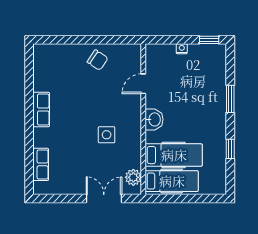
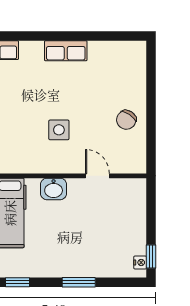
nightstand: (182, 49) -> (140, 263), moved
side table: (107, 135) -> (59, 130), moved

